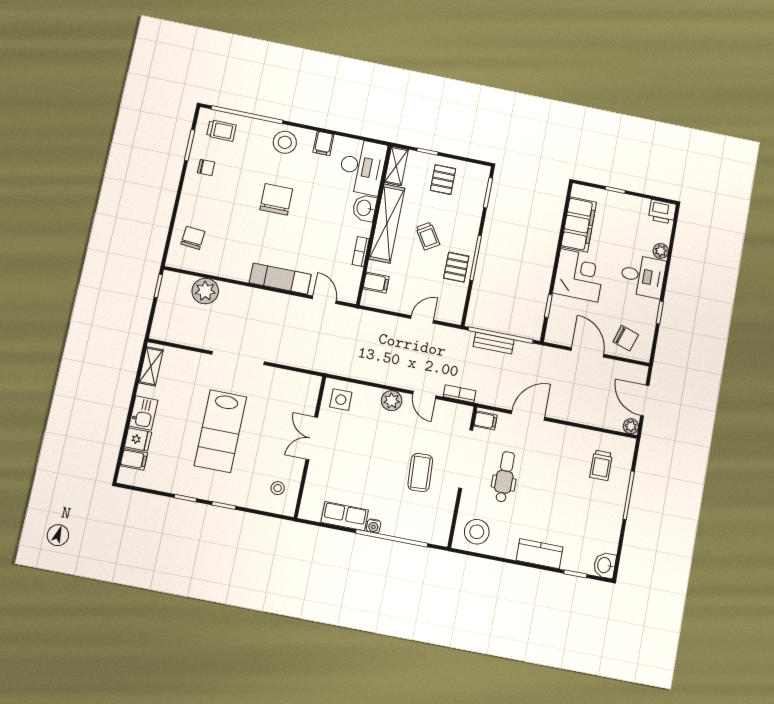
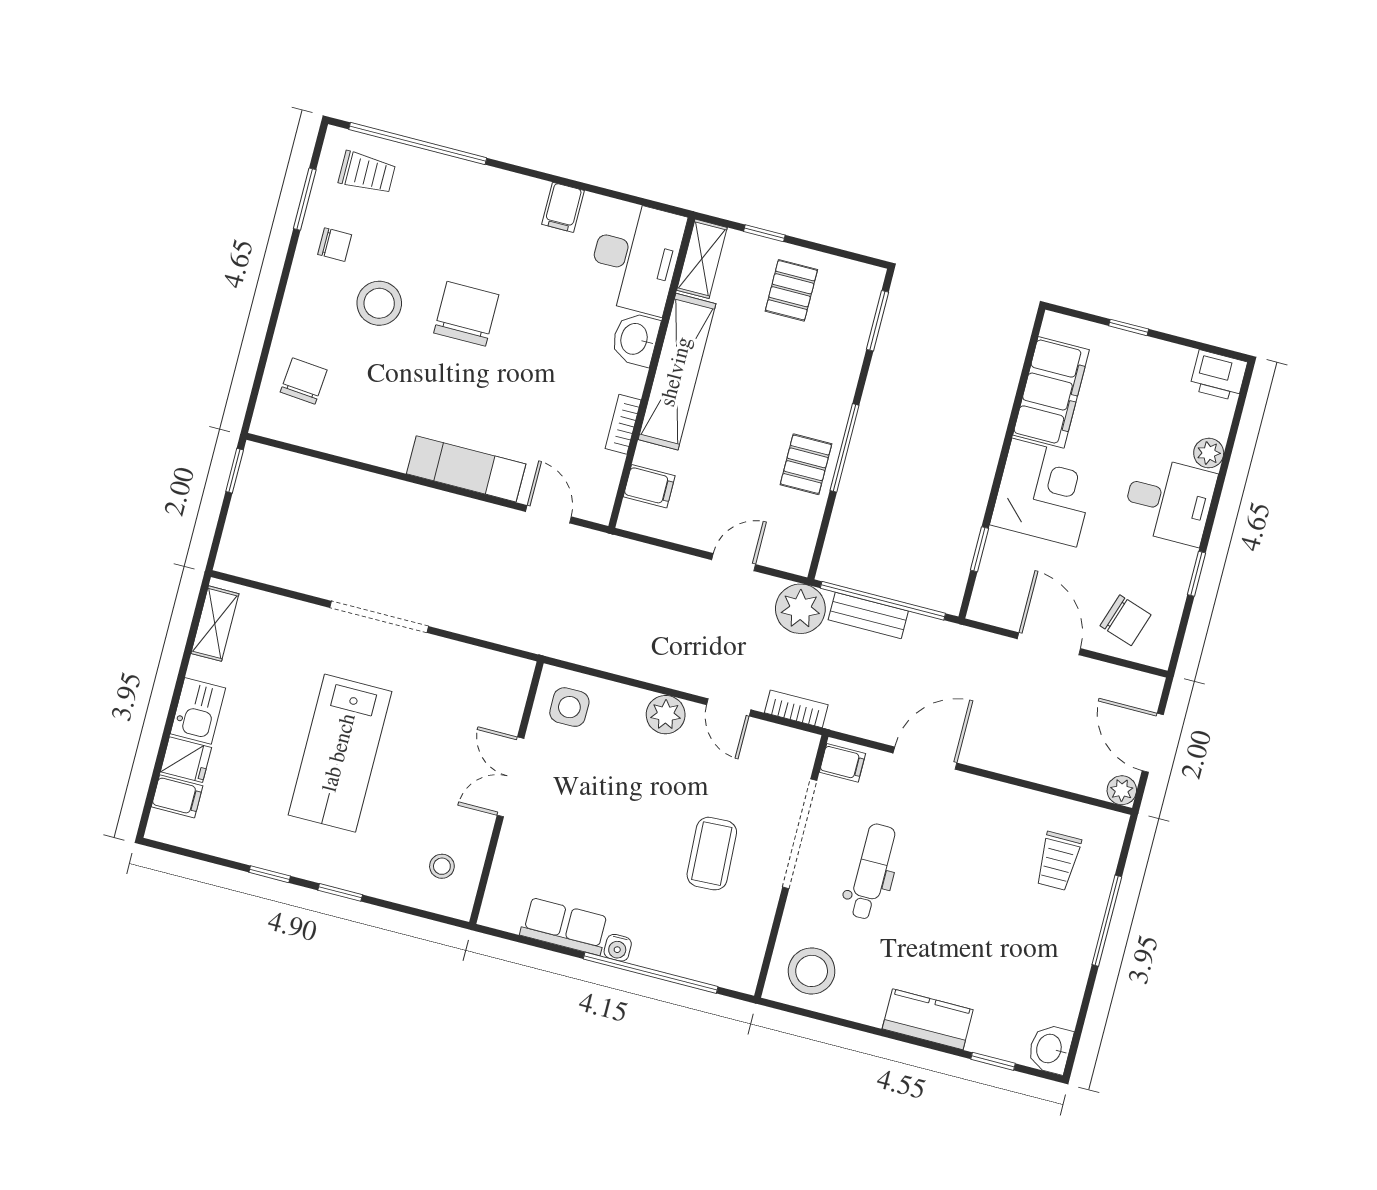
stool: (285, 142) -> (379, 303), moved
trolley: (428, 236) -> (755, 400), removed
plant: (205, 291) -> (800, 609), moved

